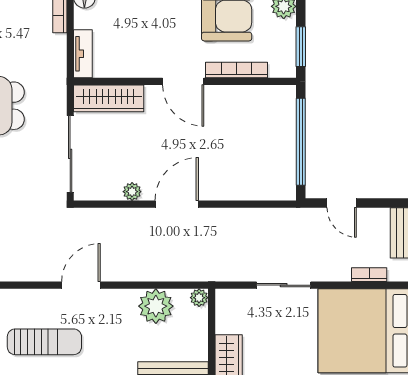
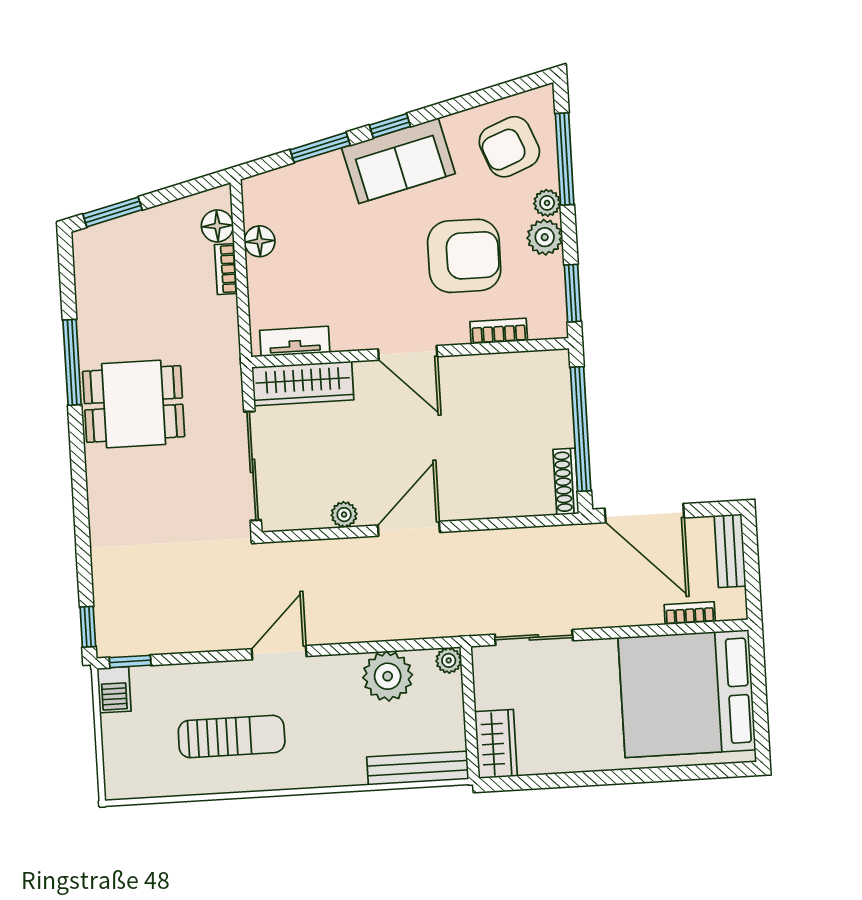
tv unit: (83, 54) -> (295, 341), moved, turned -90
bookcase: (236, 70) -> (499, 331), width x0.64
shoe rack: (288, 178) -> (566, 482), added
door: (342, 203) -> (644, 513), width x1.88
sliding door: (284, 285) -> (534, 637), moved

